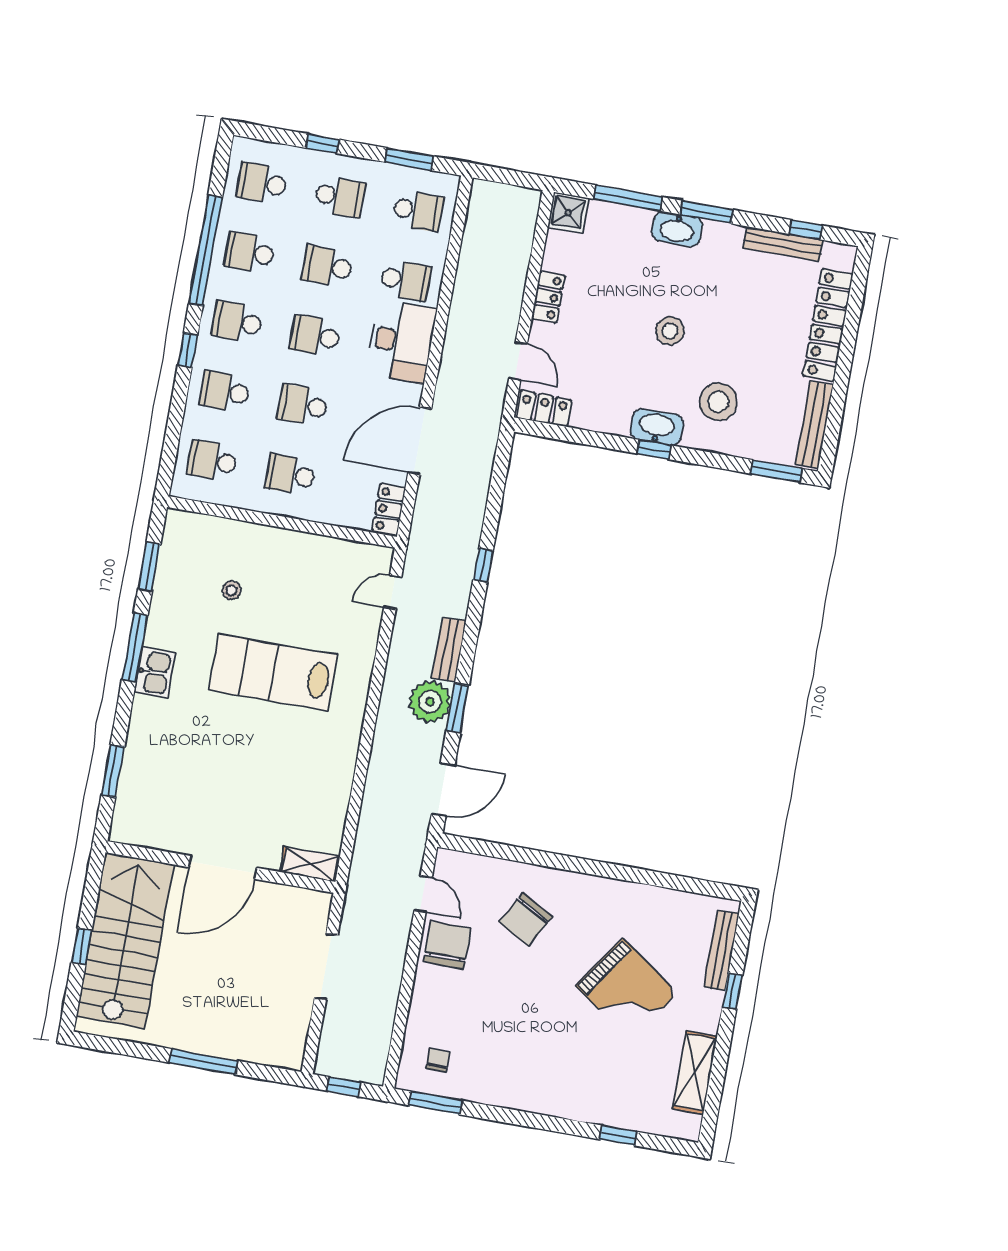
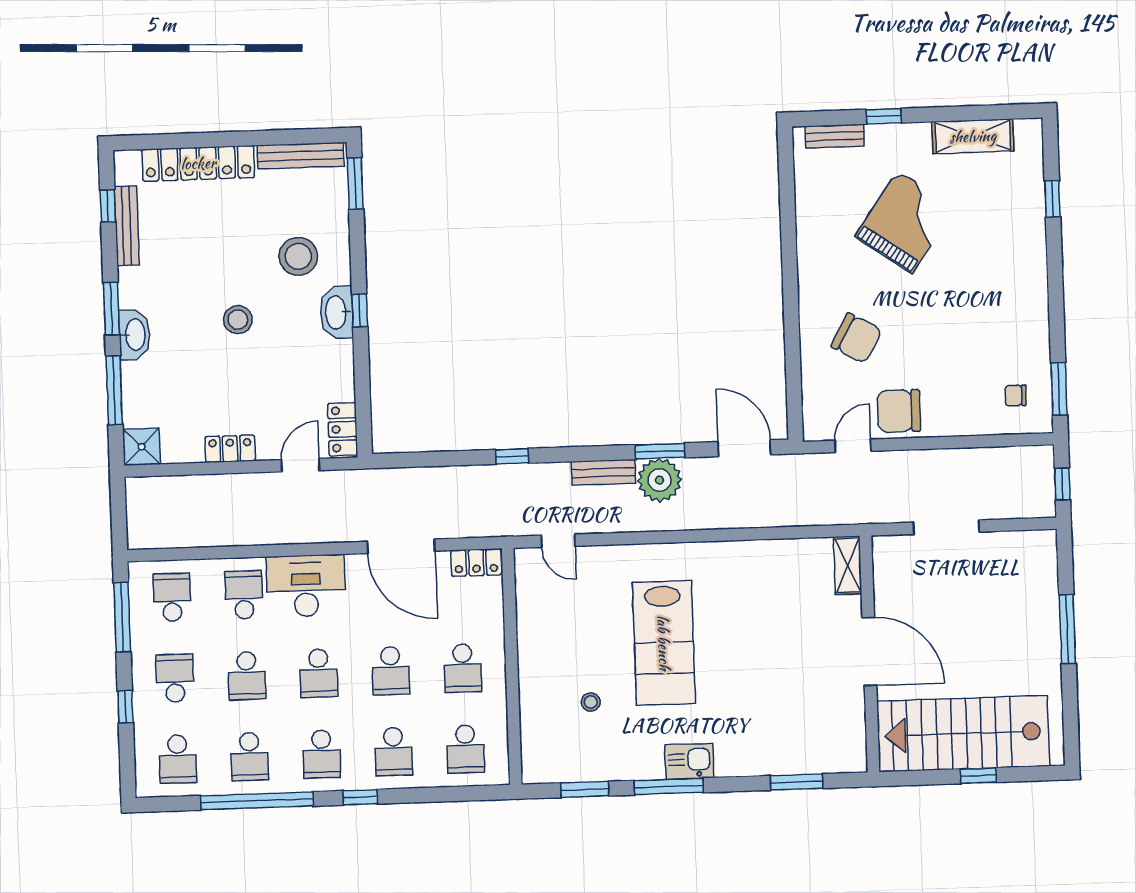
window: (409, 159) -> (122, 617), width x1.44
bench: (722, 950) -> (835, 136), width x0.73

